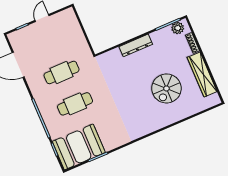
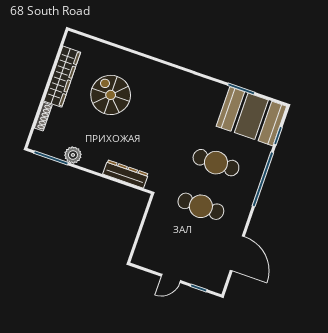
plant: (178, 28) -> (73, 155), moved
dresser: (136, 45) -> (126, 174), moved
spiral stairs: (166, 88) -> (111, 95), turned -90

